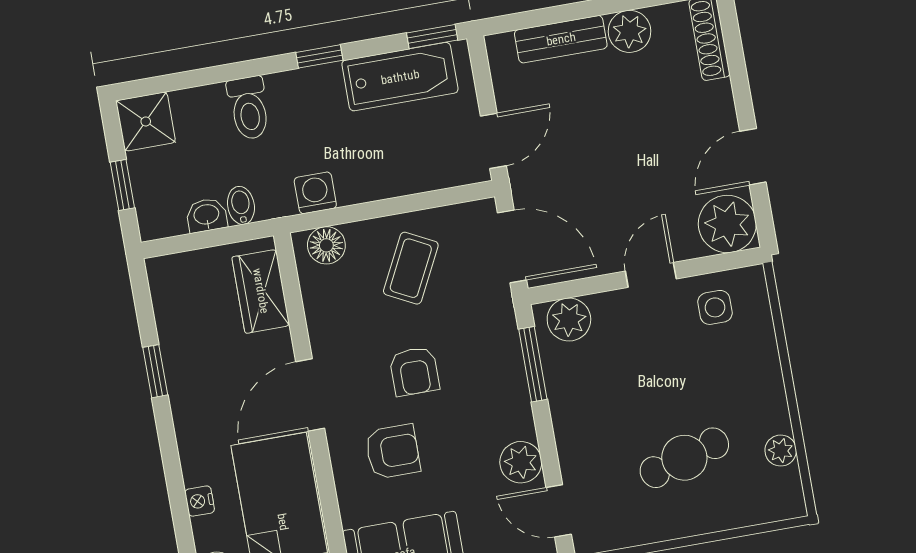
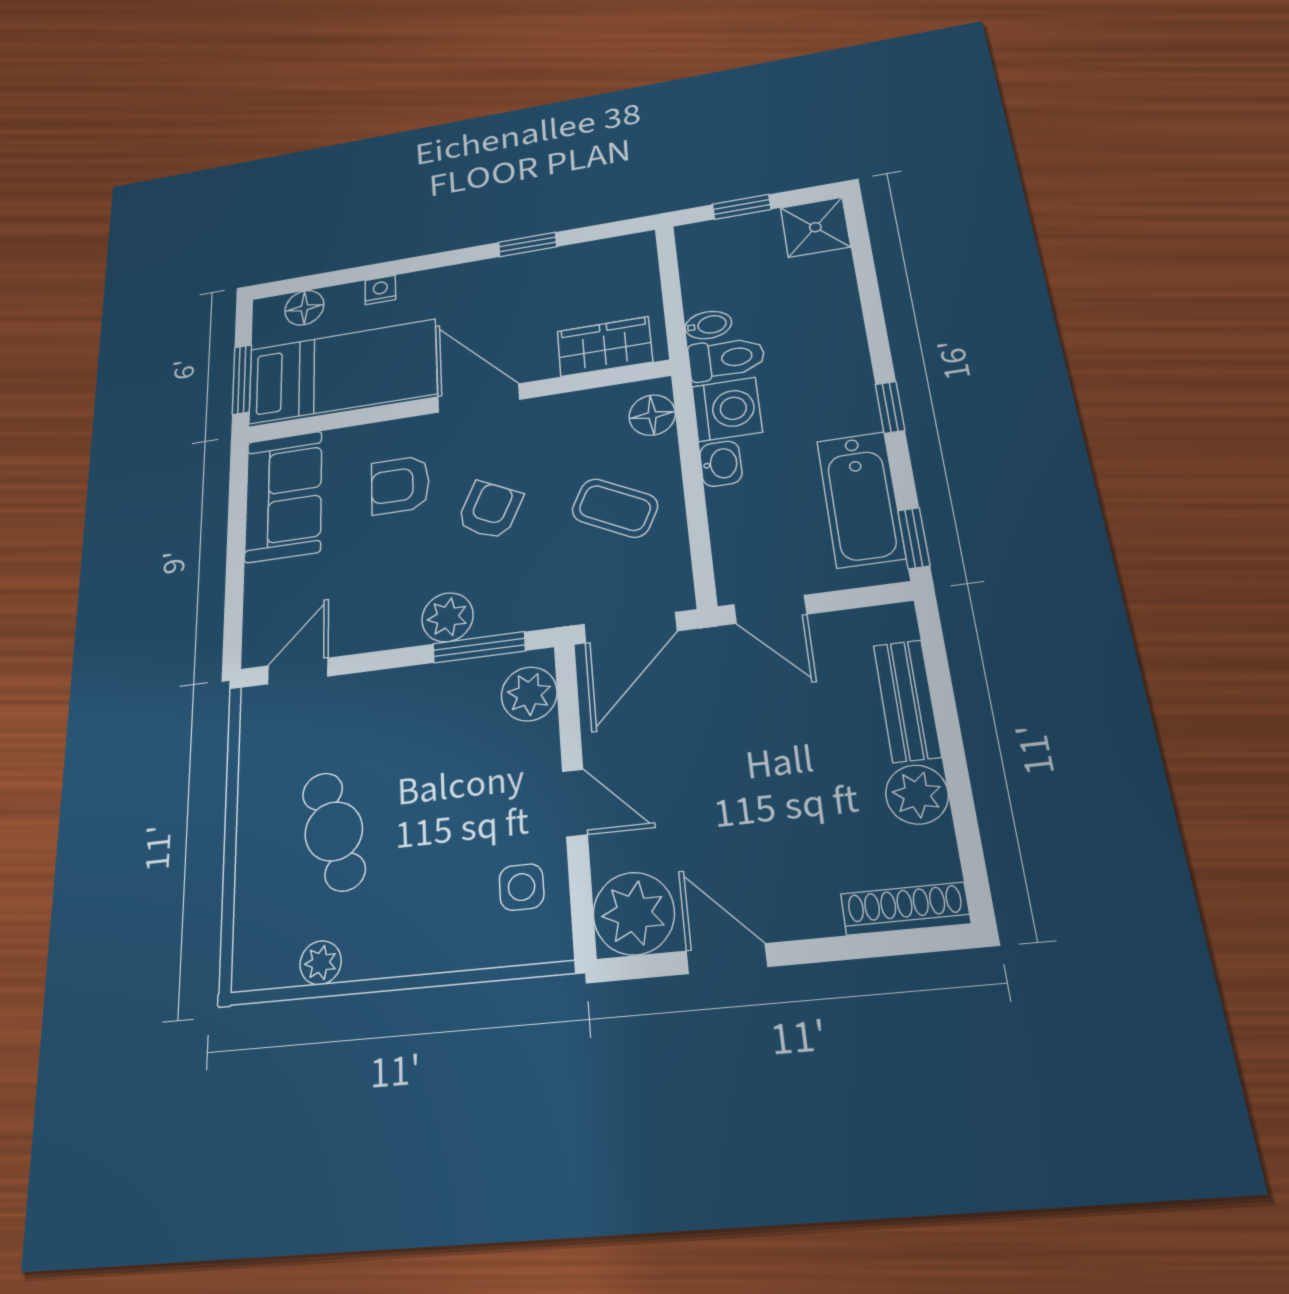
toilet: (249, 108) -> (726, 358), moved, turned 180
washing machine: (315, 193) -> (727, 409), width x1.38, depth x1.38
washbasin: (207, 215) -> (721, 464), moved
armchair: (414, 371) -> (490, 510), turned 116
armchair: (393, 452) -> (400, 485), turned 90
plant: (521, 462) -> (447, 617), moved

